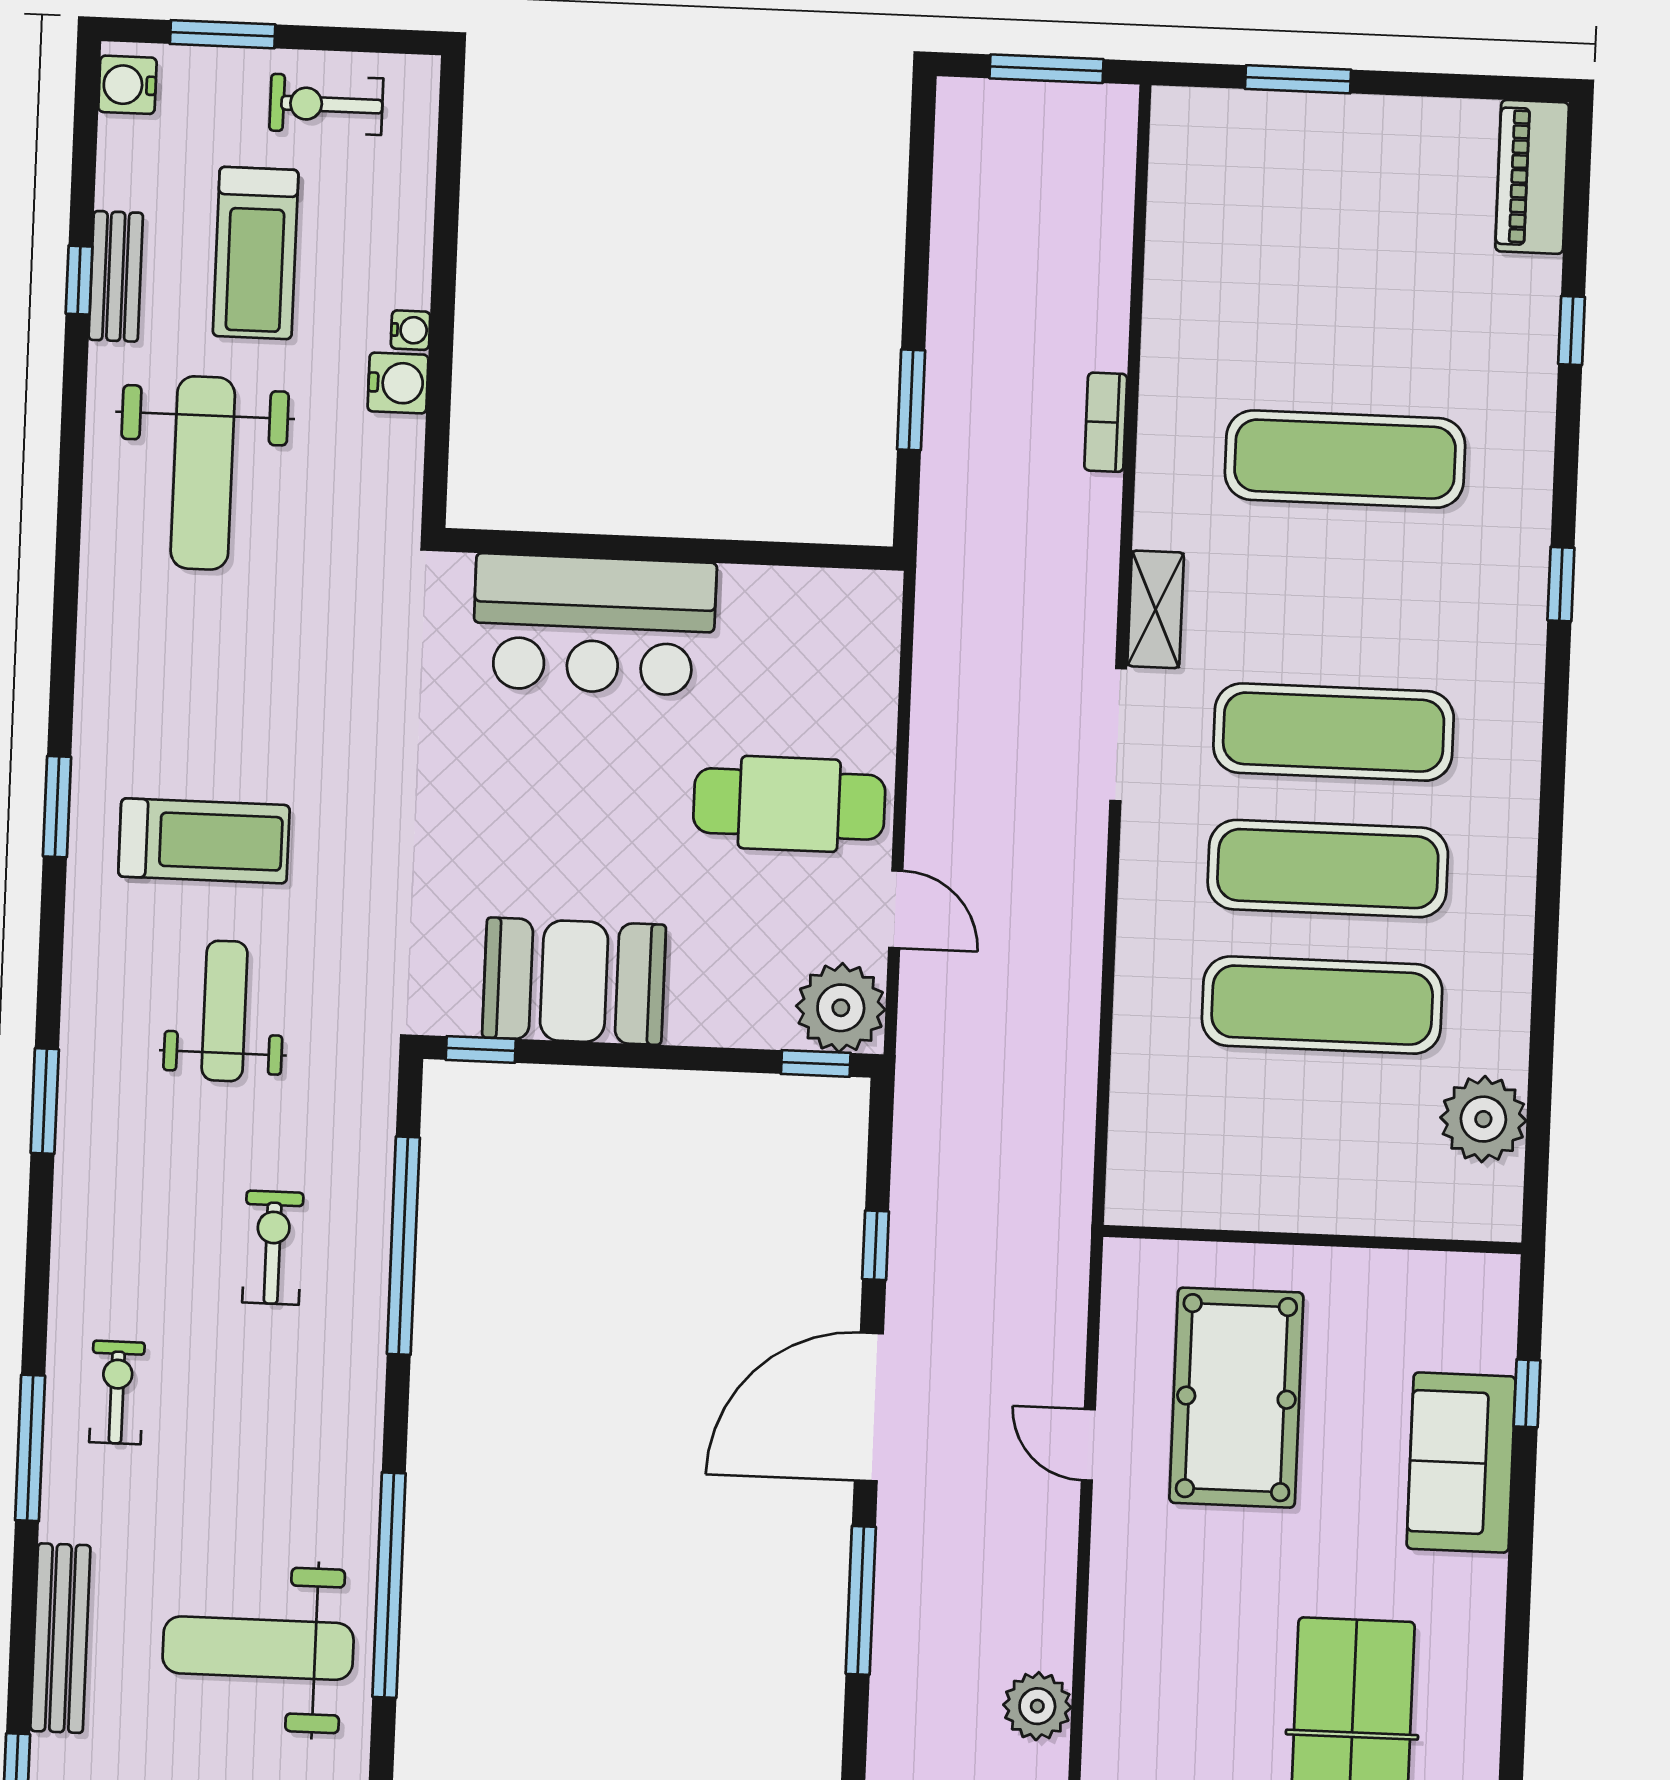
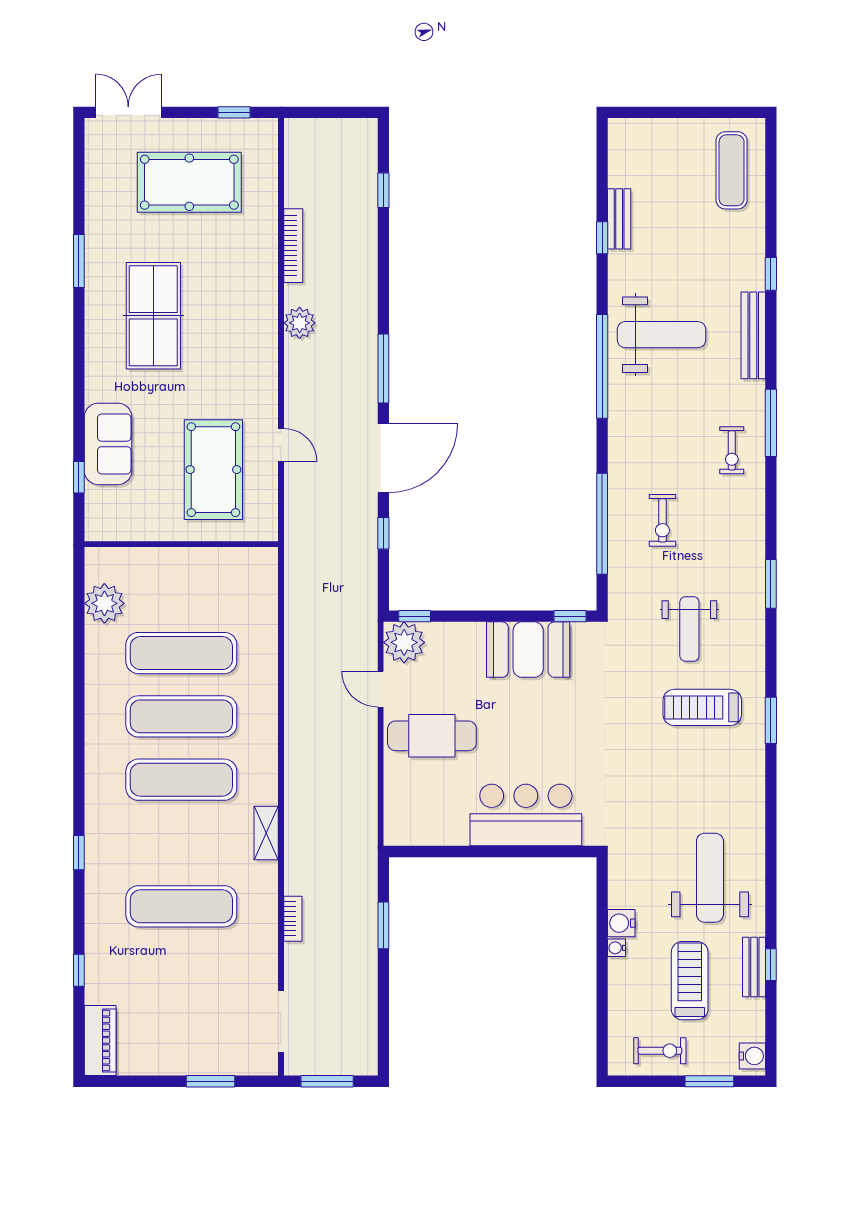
doorway: (1118, 735) -> (281, 1021), moved

